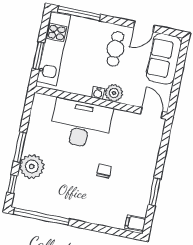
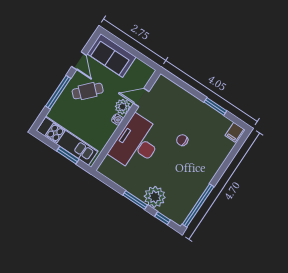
window: (79, 13) -> (58, 92), moved
cafe table: (115, 49) -> (88, 91), turned -47
door: (152, 113) -> (141, 97), moved

